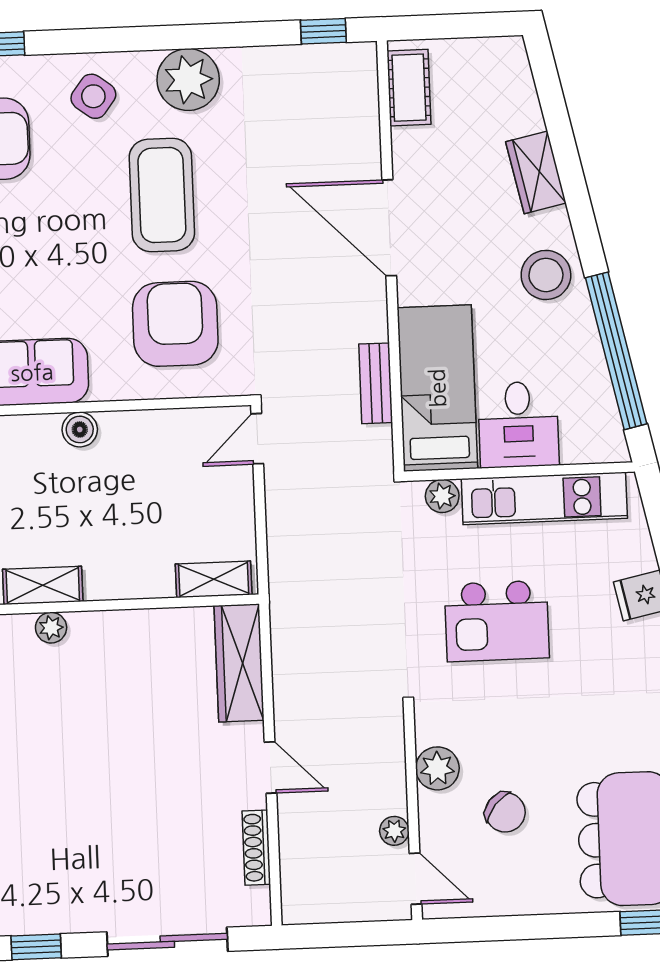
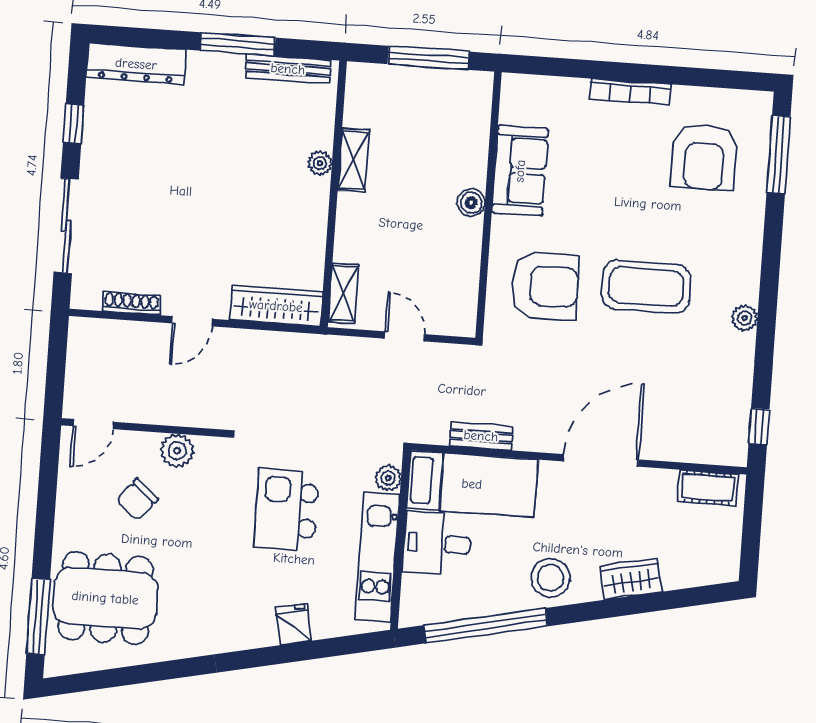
plant: (188, 80) -> (745, 318), width x0.53, depth x0.53
side table: (93, 96) -> (729, 242), removed
door: (257, 439) -> (405, 336), moved
plant: (394, 831) -> (132, 412), removed

